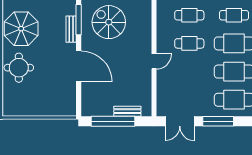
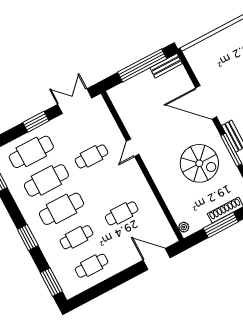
cafe table: (189, 43) -> (92, 156), moved
bench: (127, 111) -> (166, 66), moved
window: (218, 121) -> (36, 122), width x0.69

